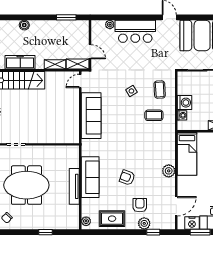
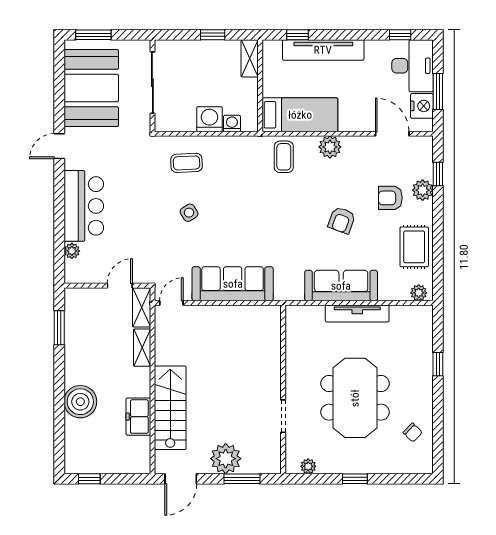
boiler: (24, 25) -> (80, 402), width x1.86, depth x1.86
freezer: (20, 62) -> (138, 417), width x0.71
door: (80, 81) -> (171, 303), swing flipped
coffee table: (154, 115) -> (284, 157), moved

